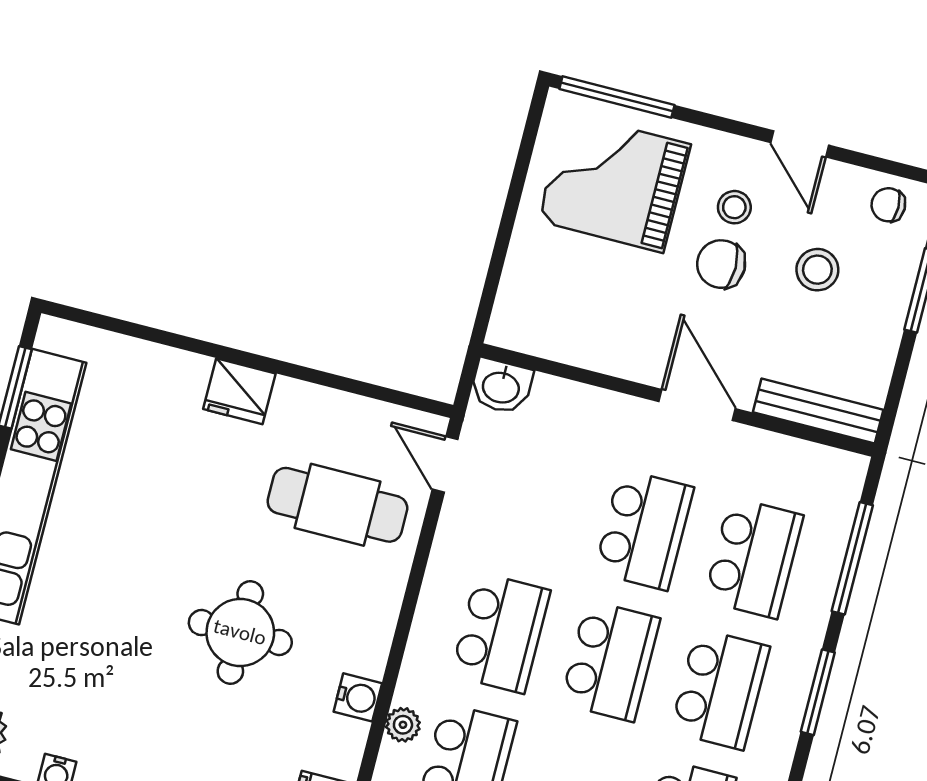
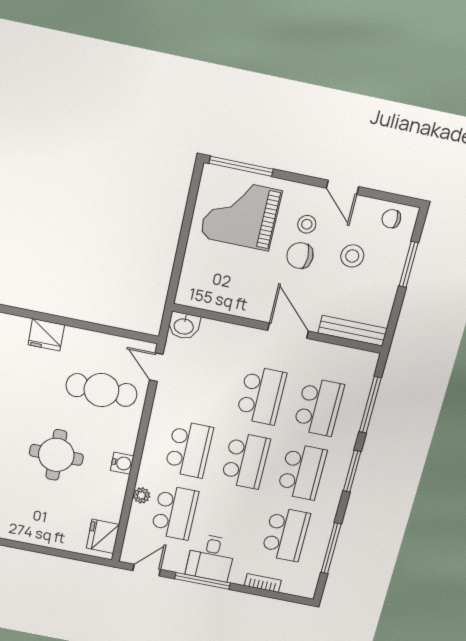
water cooler: (358, 697) -> (122, 463), moved

